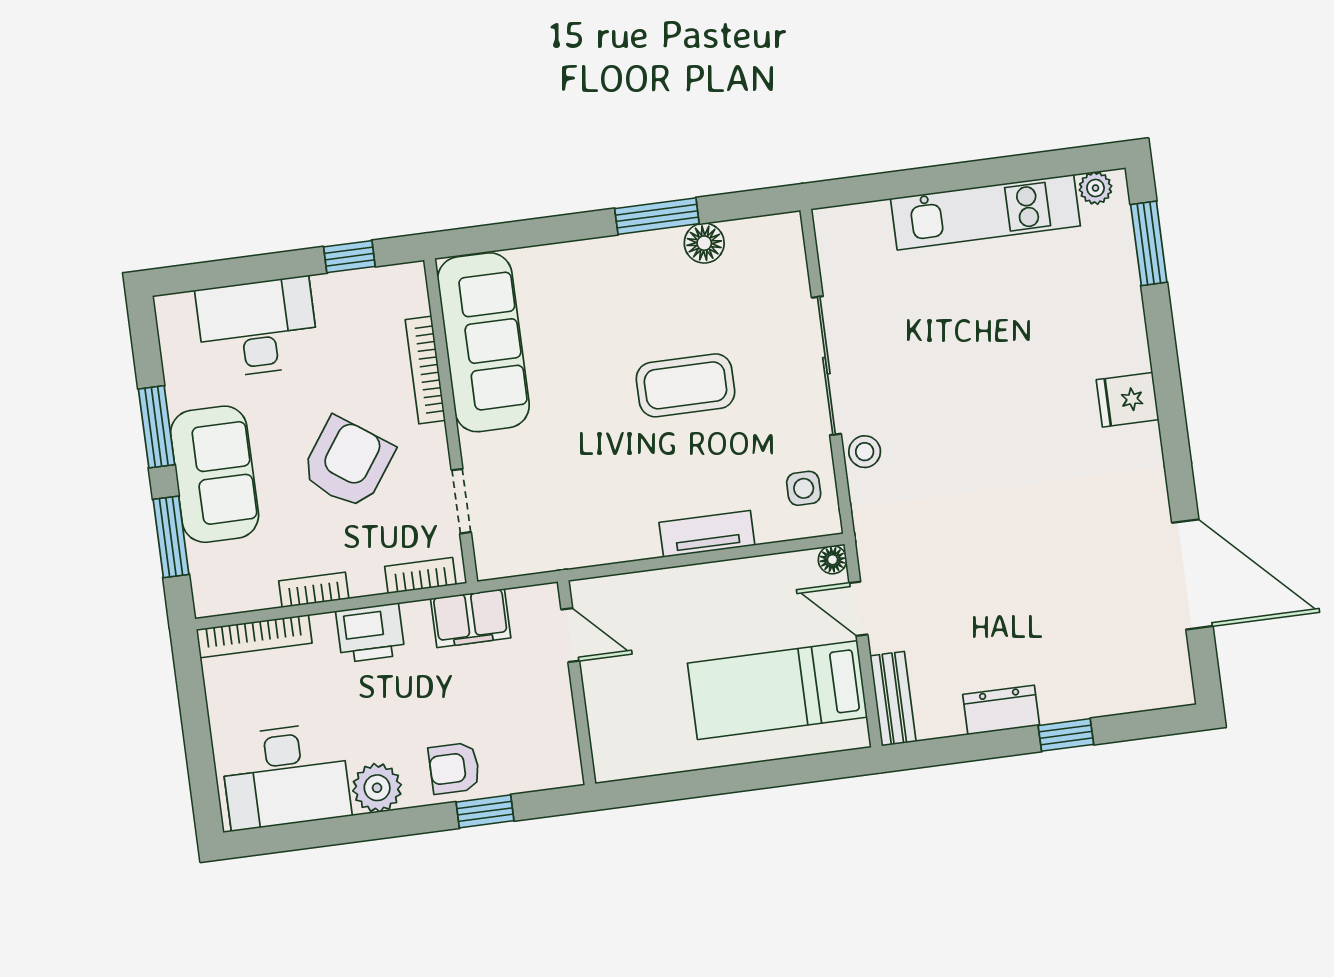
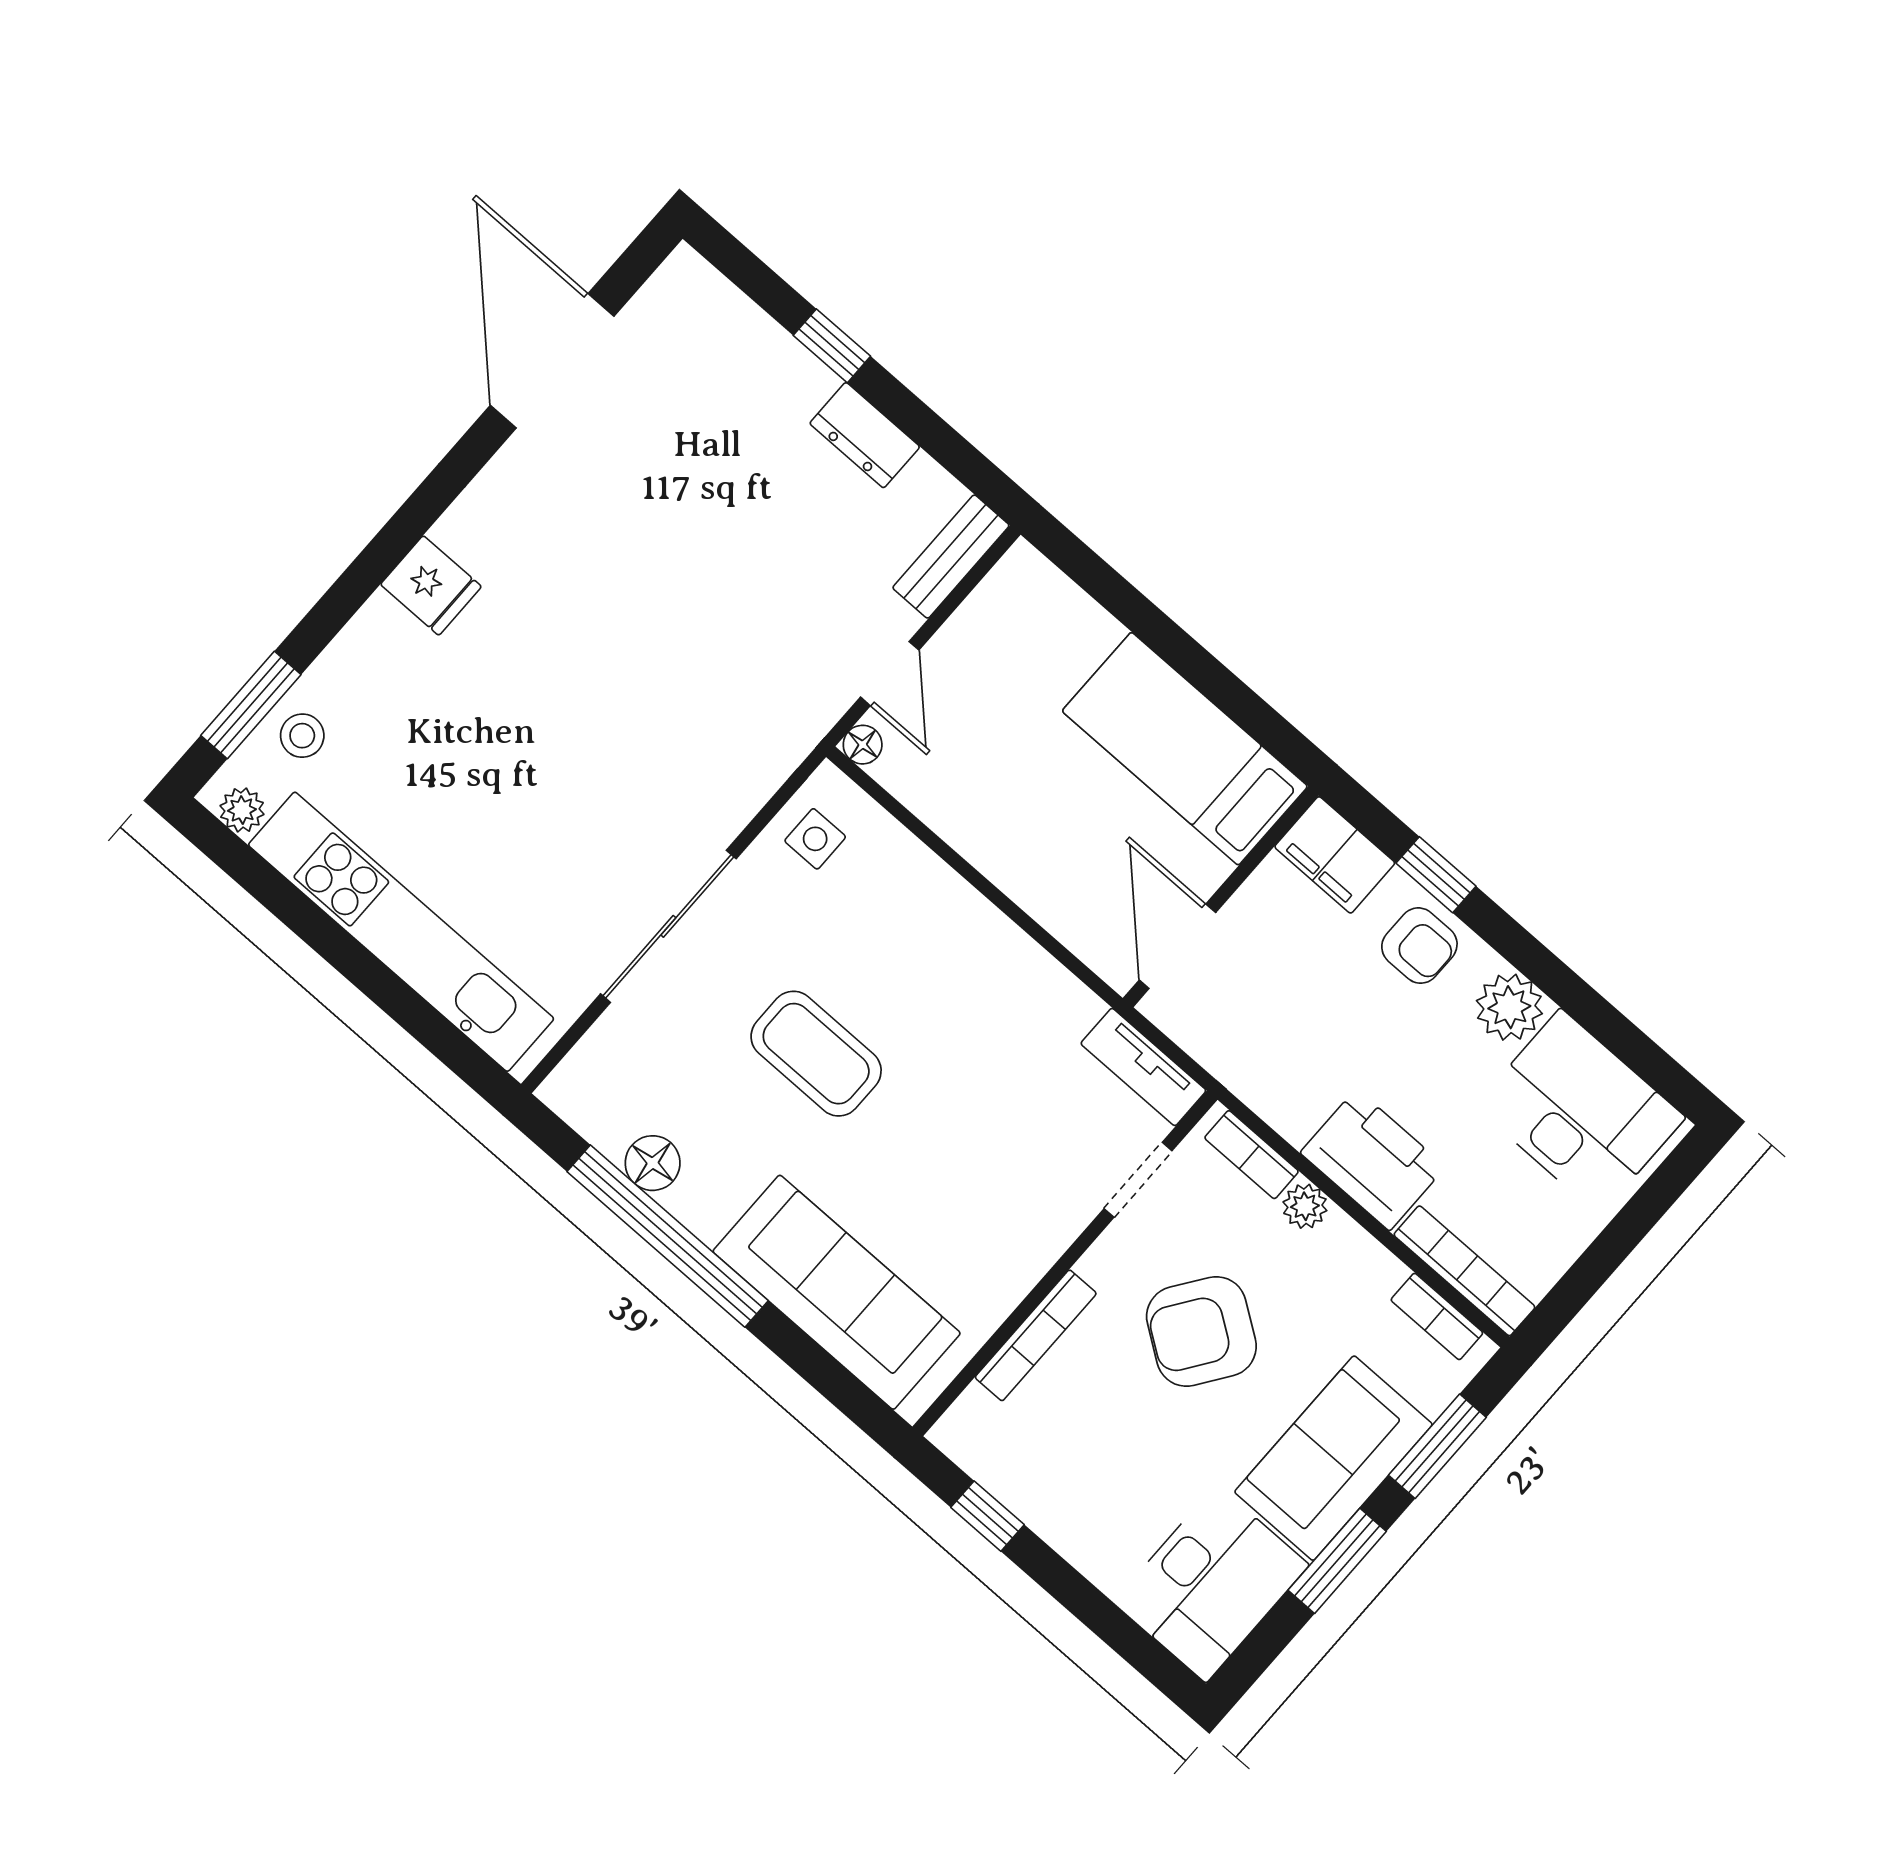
kitchen unit: (985, 212) -> (401, 932), width x1.36
window: (657, 216) -> (668, 1236), width x2.11
desk: (257, 327) -> (1211, 1583), moved, turned -90
sofa: (483, 342) -> (837, 1292), moved, turned 90
stool: (865, 452) -> (302, 736), moved
tv unit: (707, 534) -> (1143, 1067), moved
plant: (366, 580) -> (1305, 1206), added
bookcase: (314, 590) -> (1437, 1316), moved
filing cabinet: (471, 618) -> (1335, 855), moved, turned 180
printer: (370, 633) -> (1373, 1160), width x1.37, depth x1.19
door: (570, 635) -> (1177, 946), width x1.38
bed: (777, 690) -> (1185, 749), moved, turned 180

